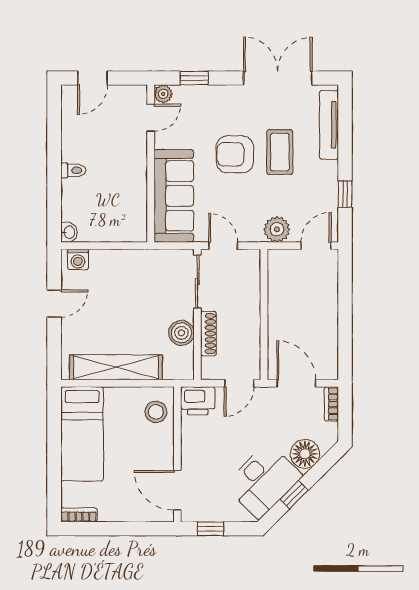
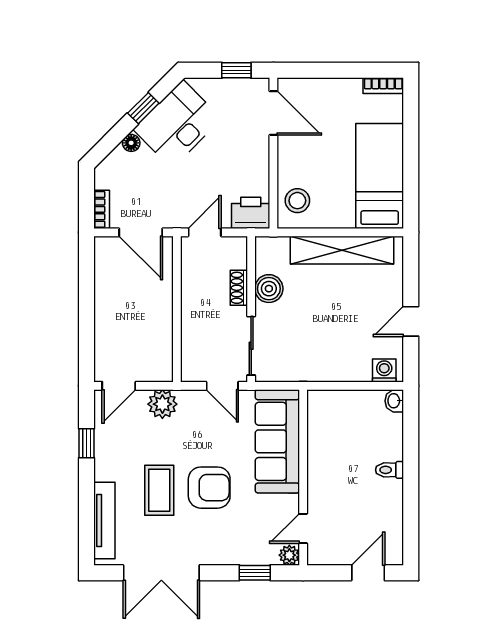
shoe rack: (208, 334) -> (239, 288), width x0.70
floor lamp: (305, 454) -> (131, 143), width x0.53, depth x0.53

